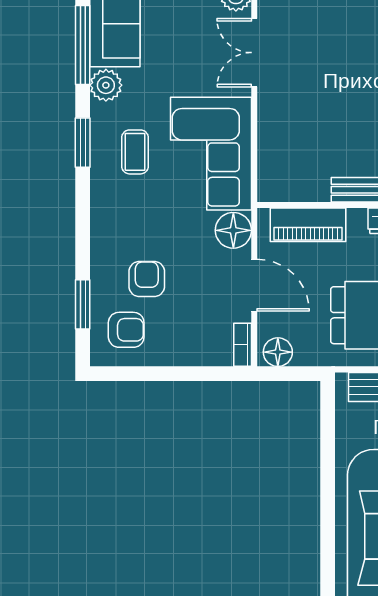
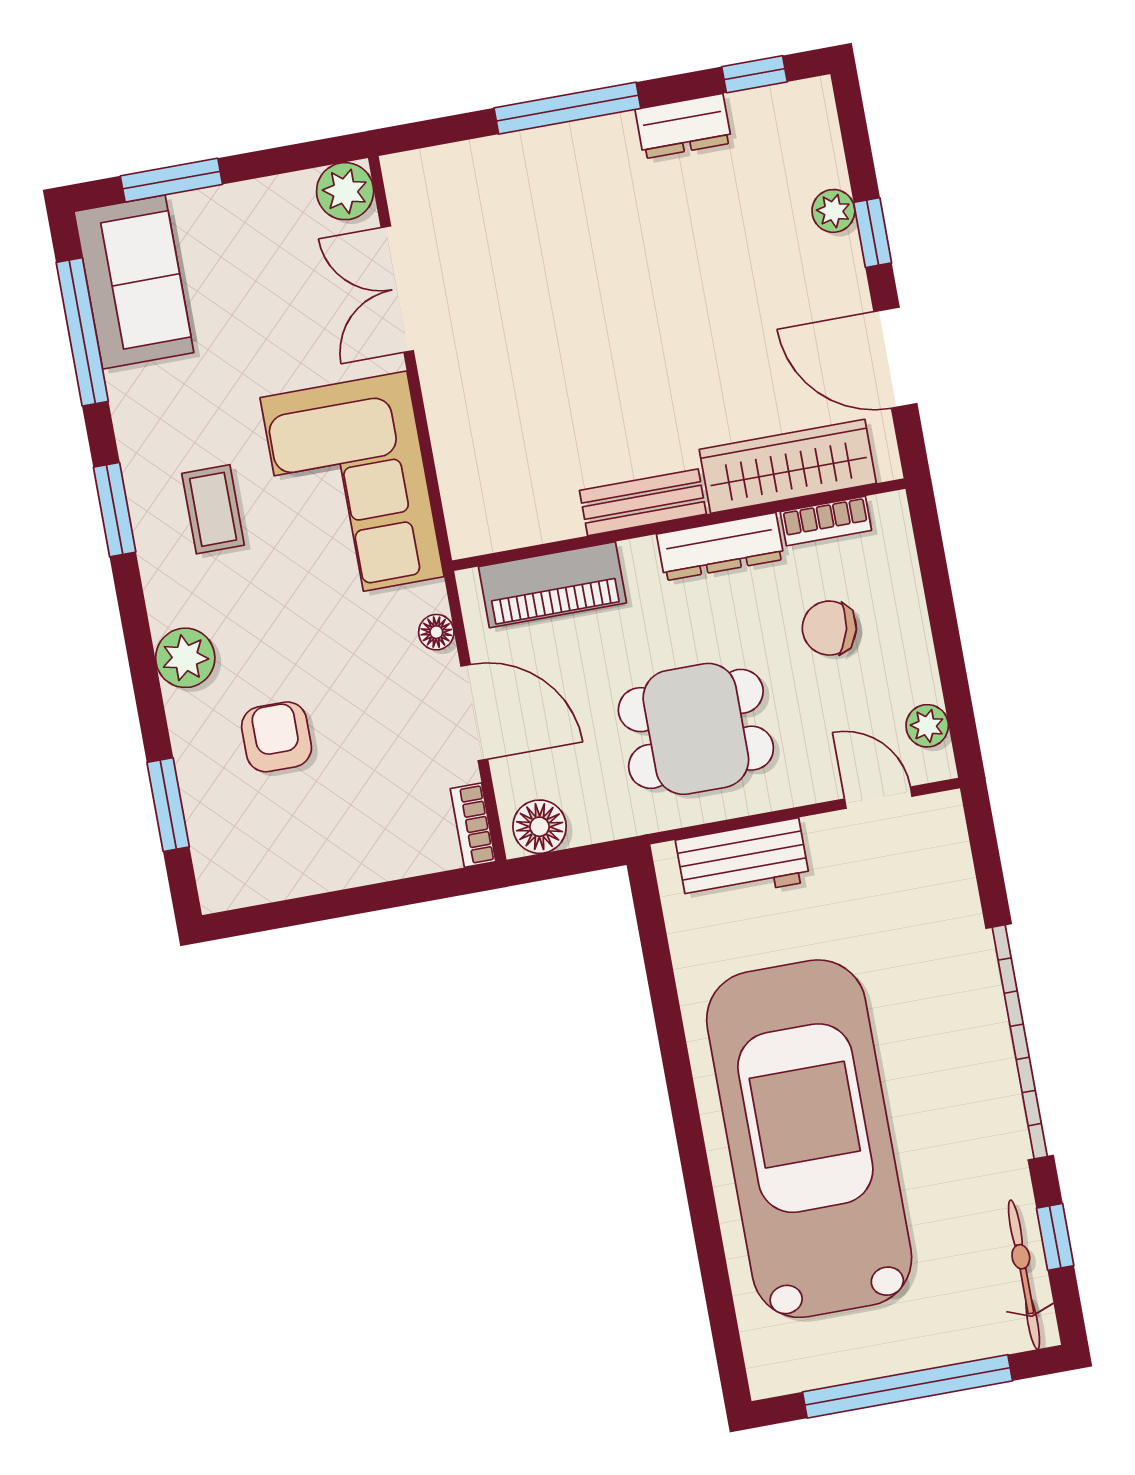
plant: (106, 85) -> (185, 658), moved
floor lamp: (233, 230) -> (436, 632), width x0.53, depth x0.53
armchair: (126, 330) -> (256, 836), removed

